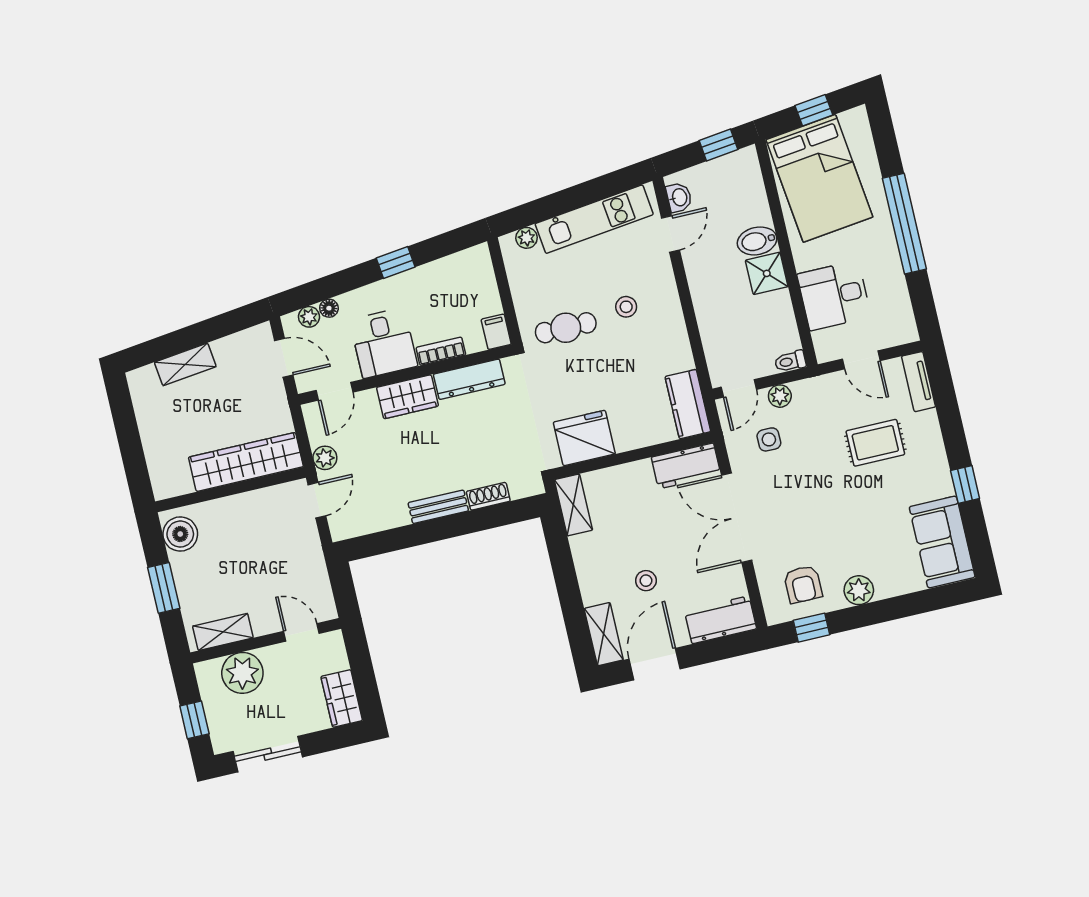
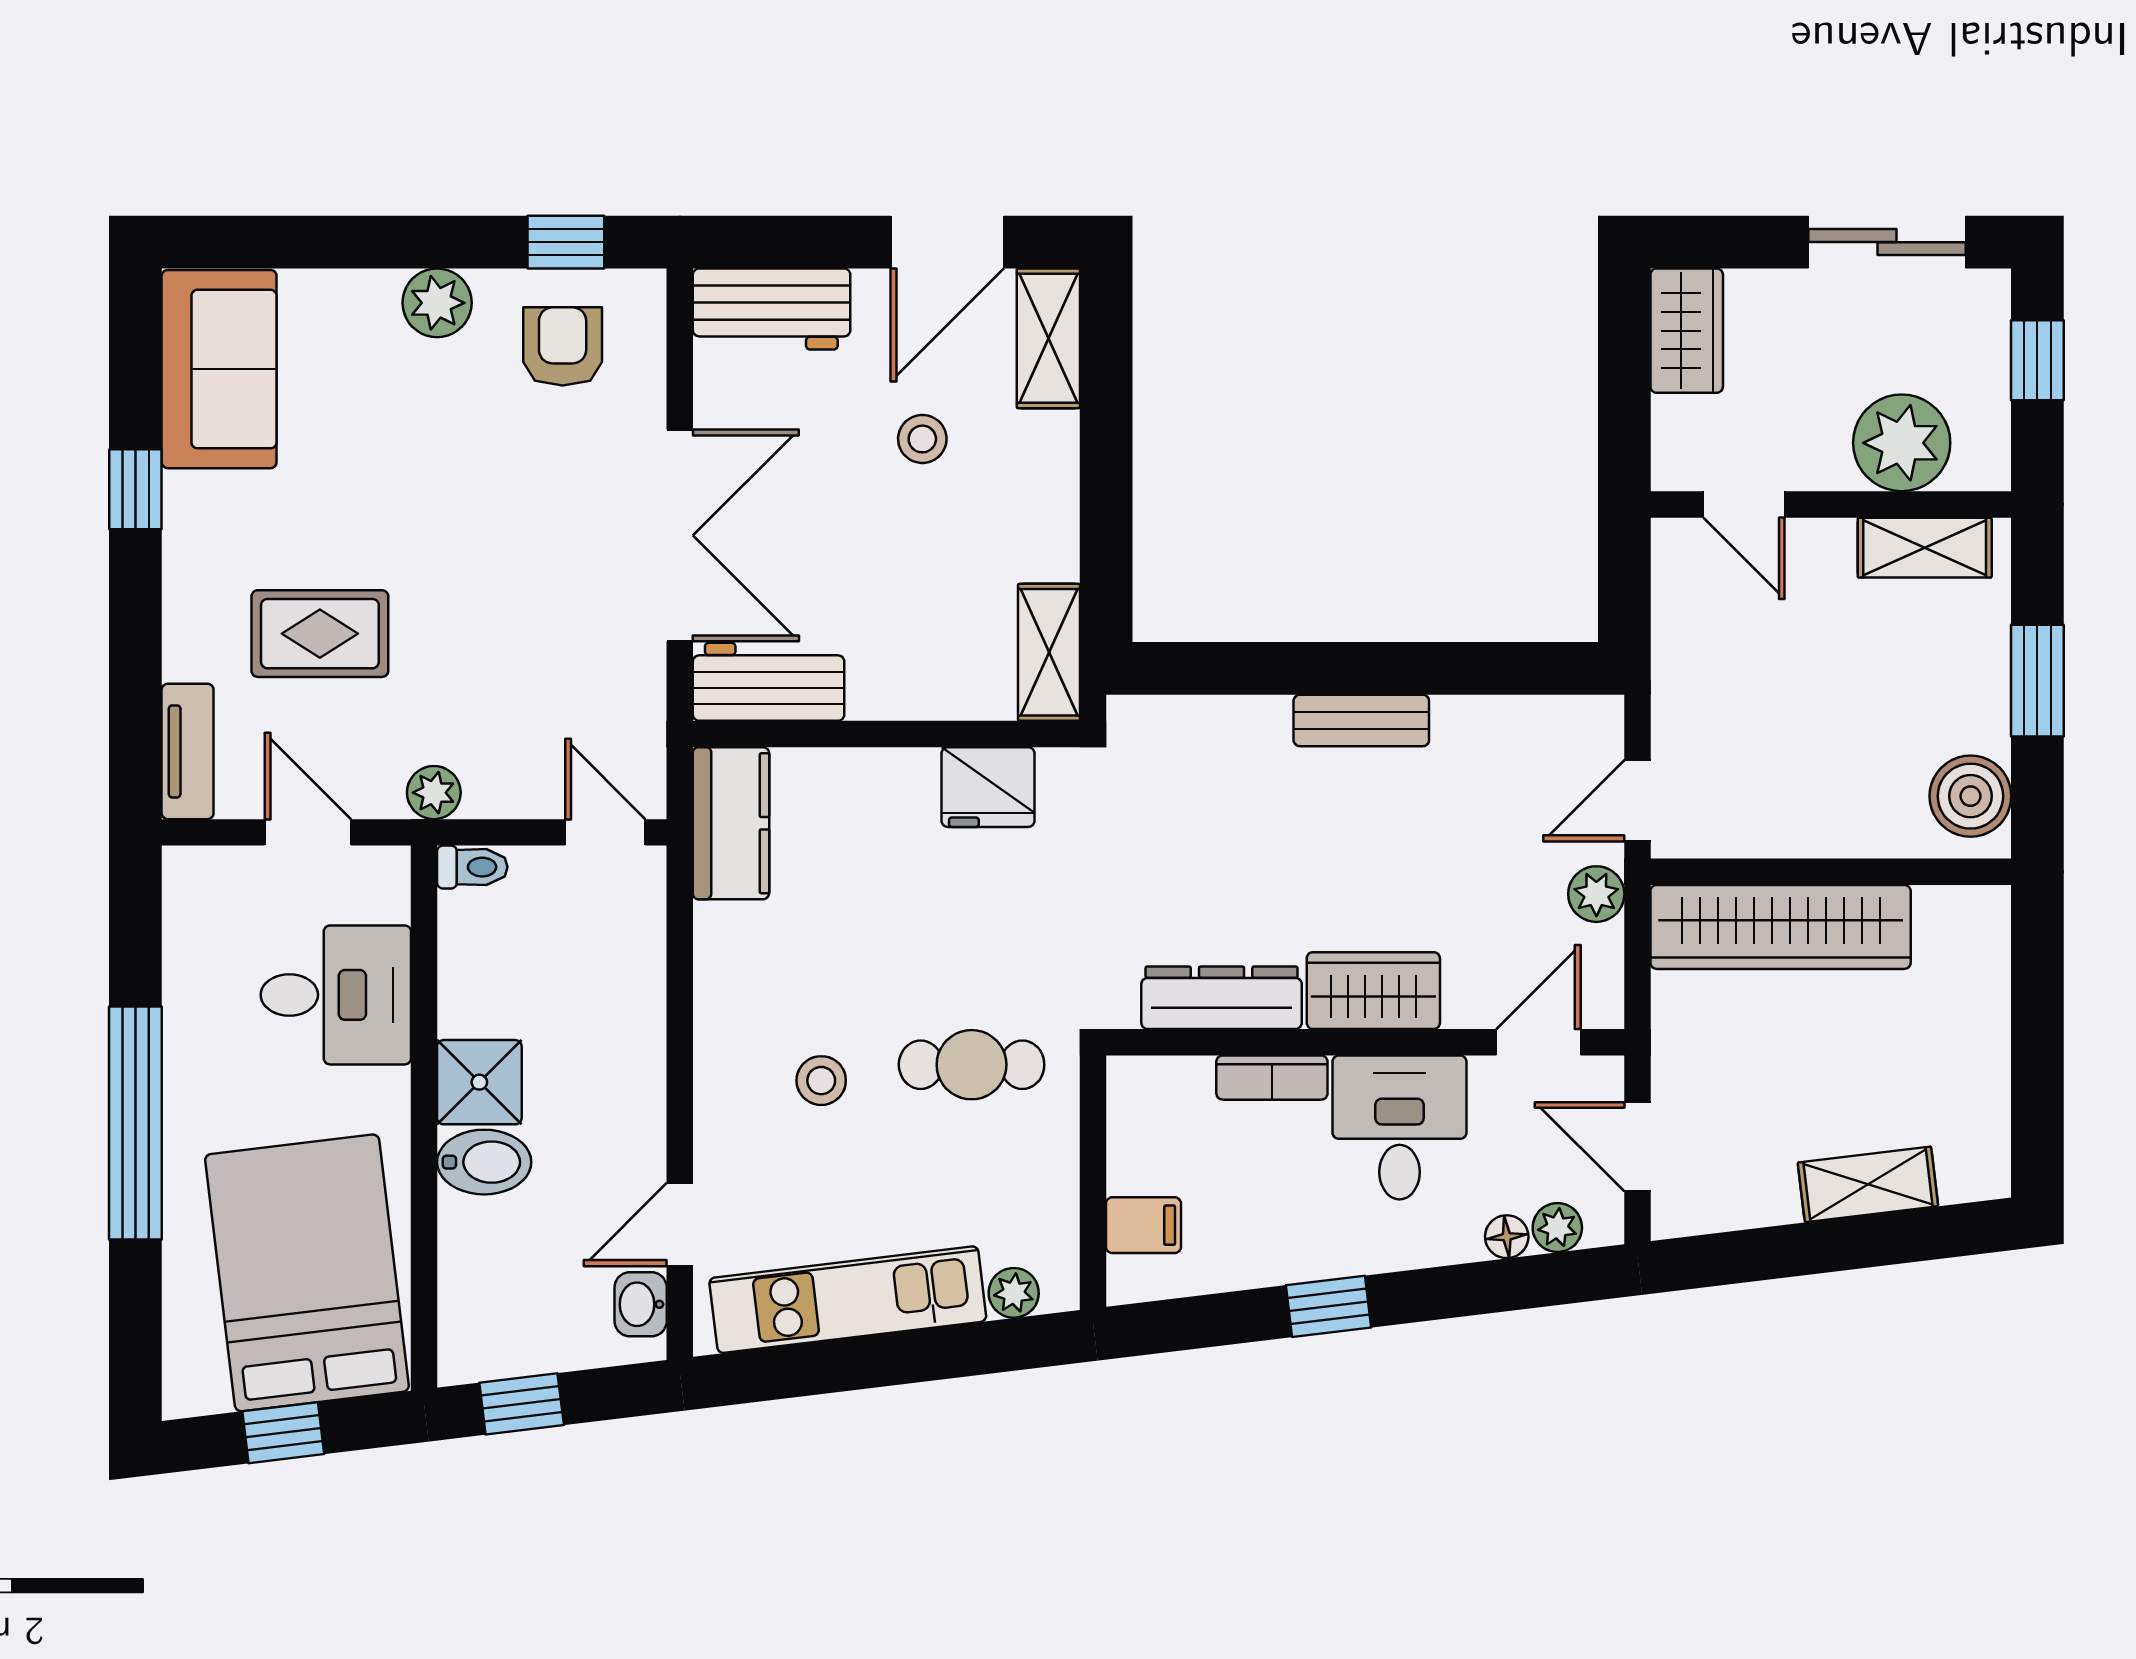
filing cabinet: (496, 332) -> (1143, 1225), moved, turned -90
door: (739, 388) -> (605, 832), hinge flipped
plant: (780, 396) -> (434, 793), moved
fridge: (584, 438) -> (988, 787), width x0.73, depth x0.75
side table: (769, 439) -> (563, 698), removed
shoe rack: (488, 496) -> (1240, 718), removed

